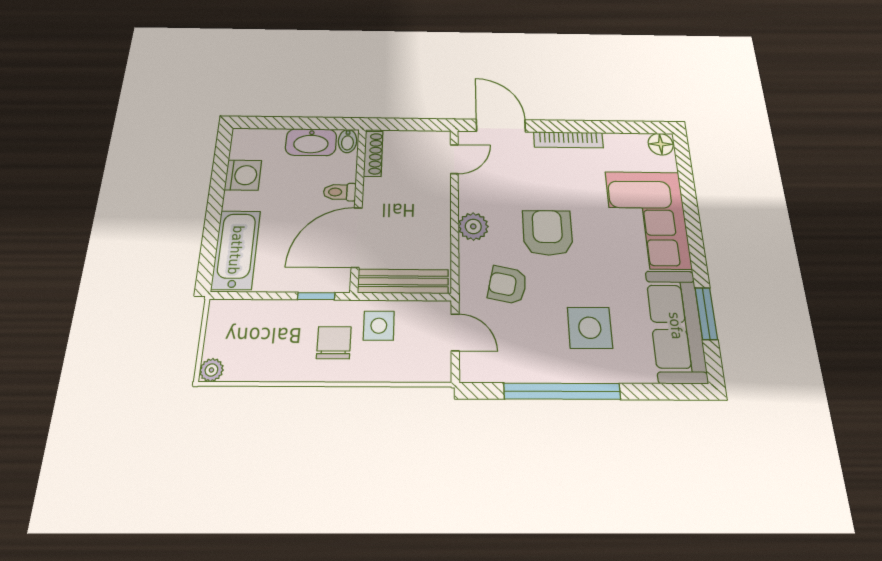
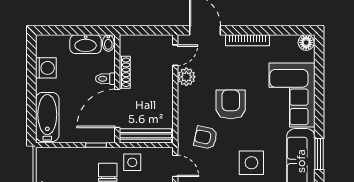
shoe rack: (373, 154) -> (125, 72), moved
plant: (473, 226) -> (186, 77), moved

